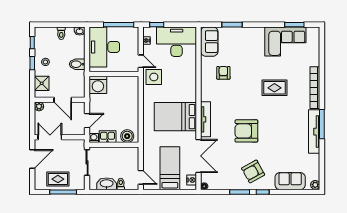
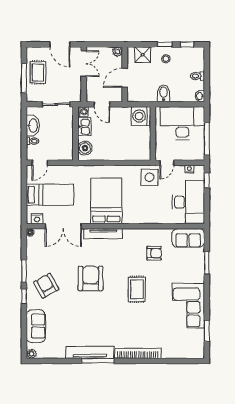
corner sofa: (285, 41) -> (188, 306), moved
rug: (274, 88) -> (137, 289), moved

